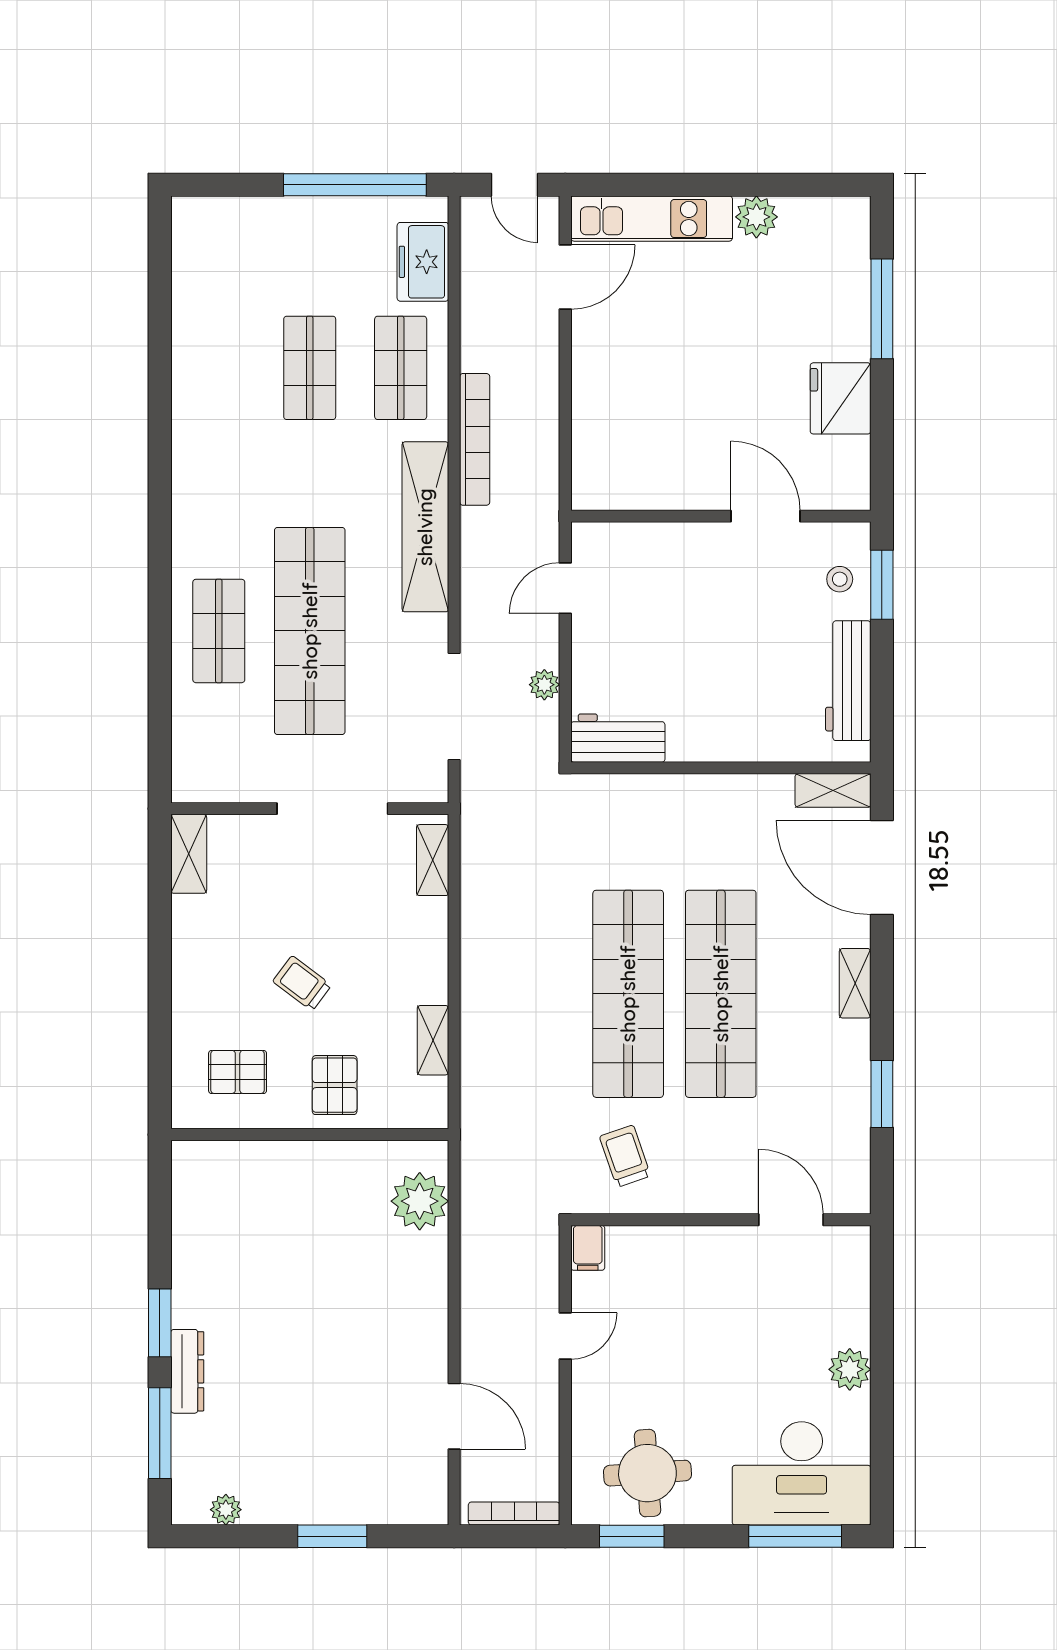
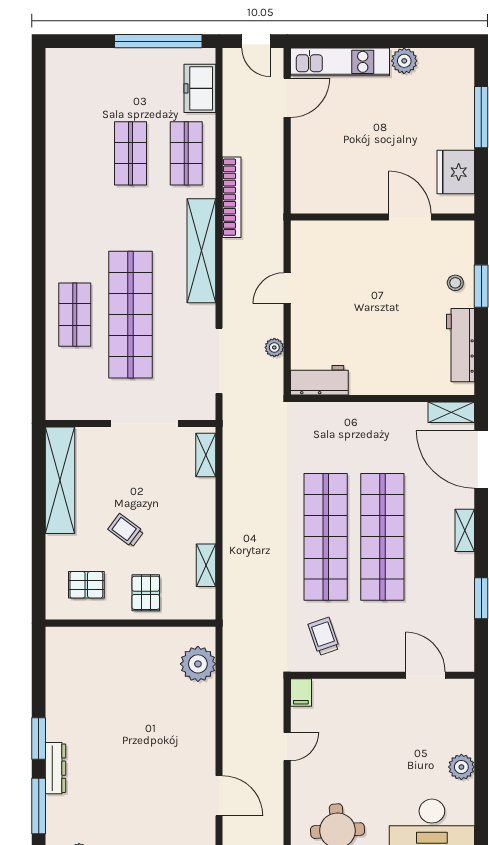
wall: (721, 516) -> (382, 217), moved
door: (765, 516) -> (410, 217), moved
shelving: (189, 854) -> (60, 480), width x2.20, depth x1.33

